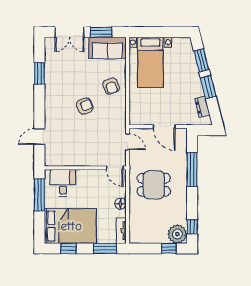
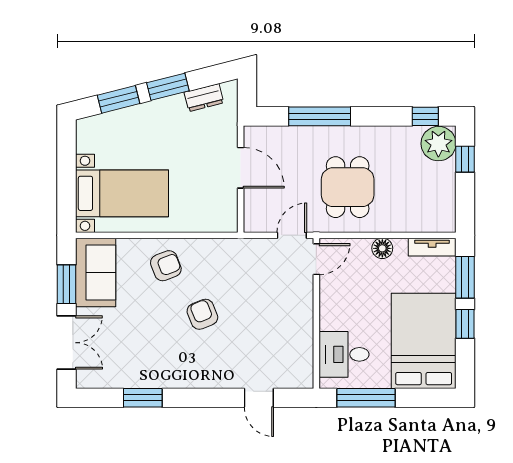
door: (164, 127) -> (241, 168), hinge flipped
door: (128, 142) -> (292, 235), moved
window: (68, 248) -> (465, 324), moved

